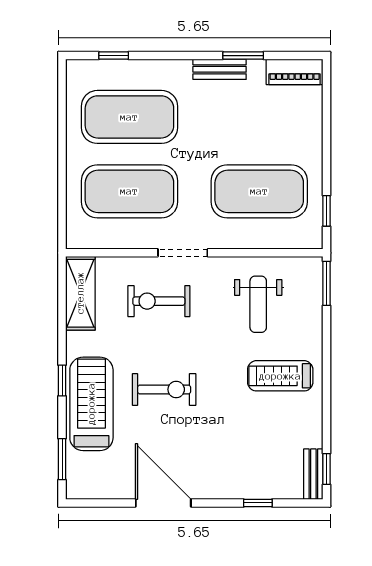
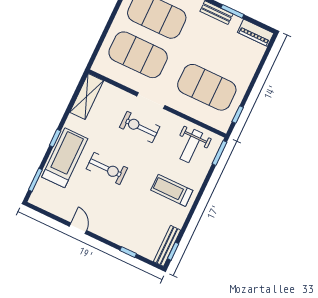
exercise bike: (159, 301) -> (140, 127), moved
weight bench: (258, 304) -> (191, 146), moved
bench: (313, 474) -> (167, 246), width x1.36
door: (163, 503) -> (78, 228), width x0.53

